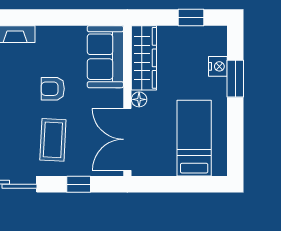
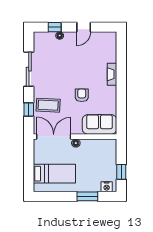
wardrobe: (144, 58) -> (99, 146), removed
nightstand: (218, 66) -> (107, 187), moved
coffee table: (53, 140) -> (48, 105), moved

